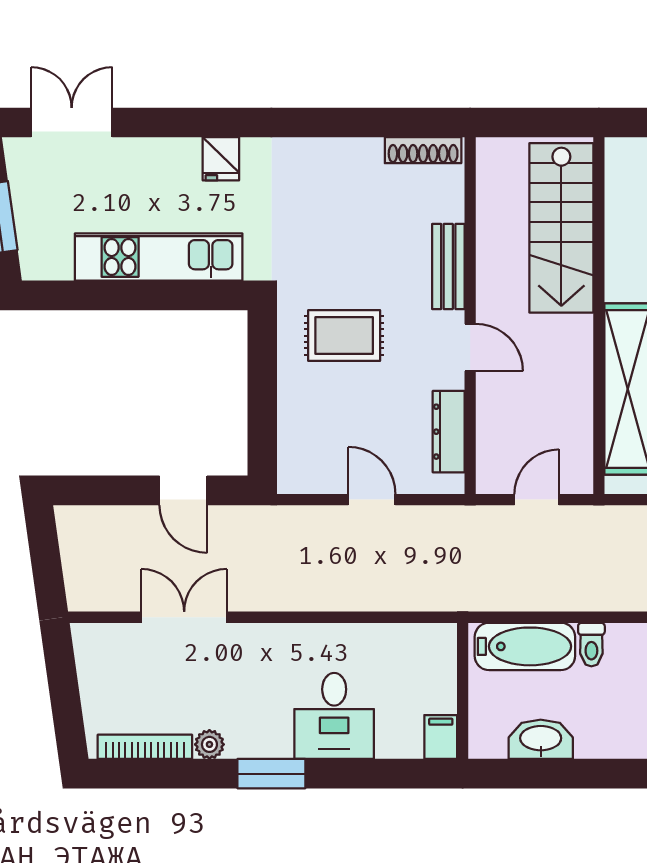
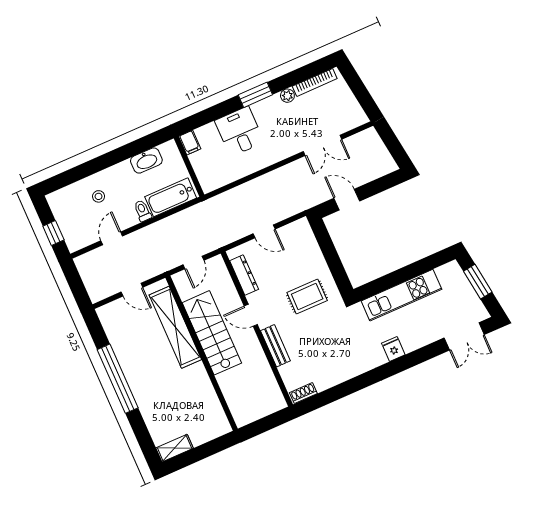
shoe rack: (423, 150) -> (303, 393), width x0.70
stairs: (561, 228) -> (212, 333), moved

